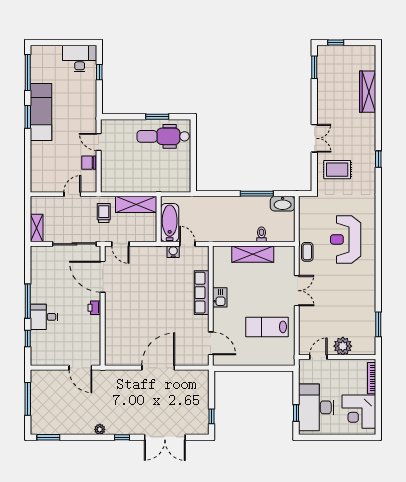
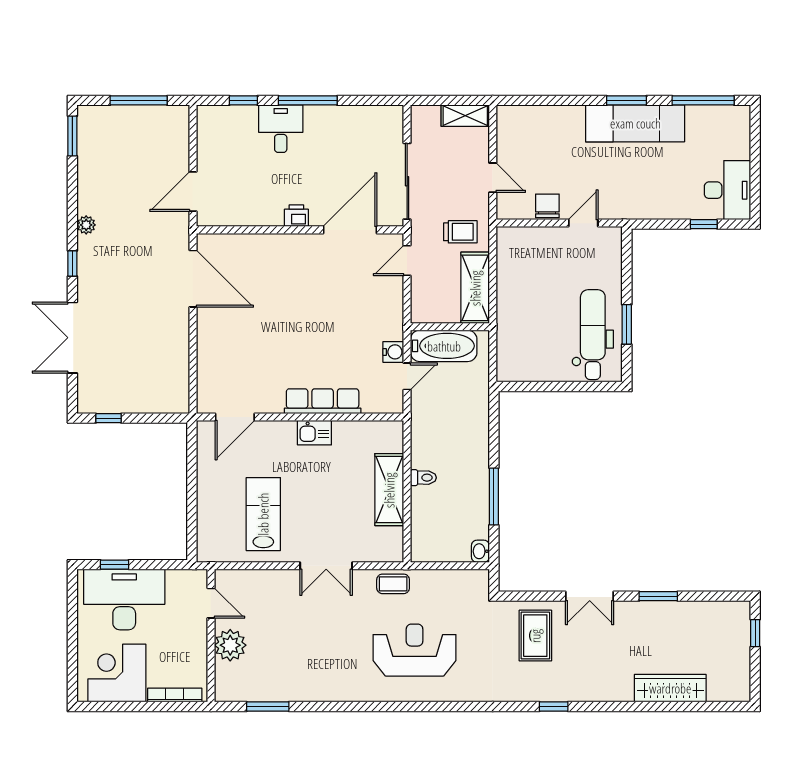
window: (314, 67) -> (658, 596), moved
washbasin: (283, 204) -> (480, 551), width x0.52, depth x0.69
shelving: (37, 228) -> (465, 116), moved
toilet: (262, 234) -> (423, 478), moved
door: (158, 368) -> (193, 279), moved

